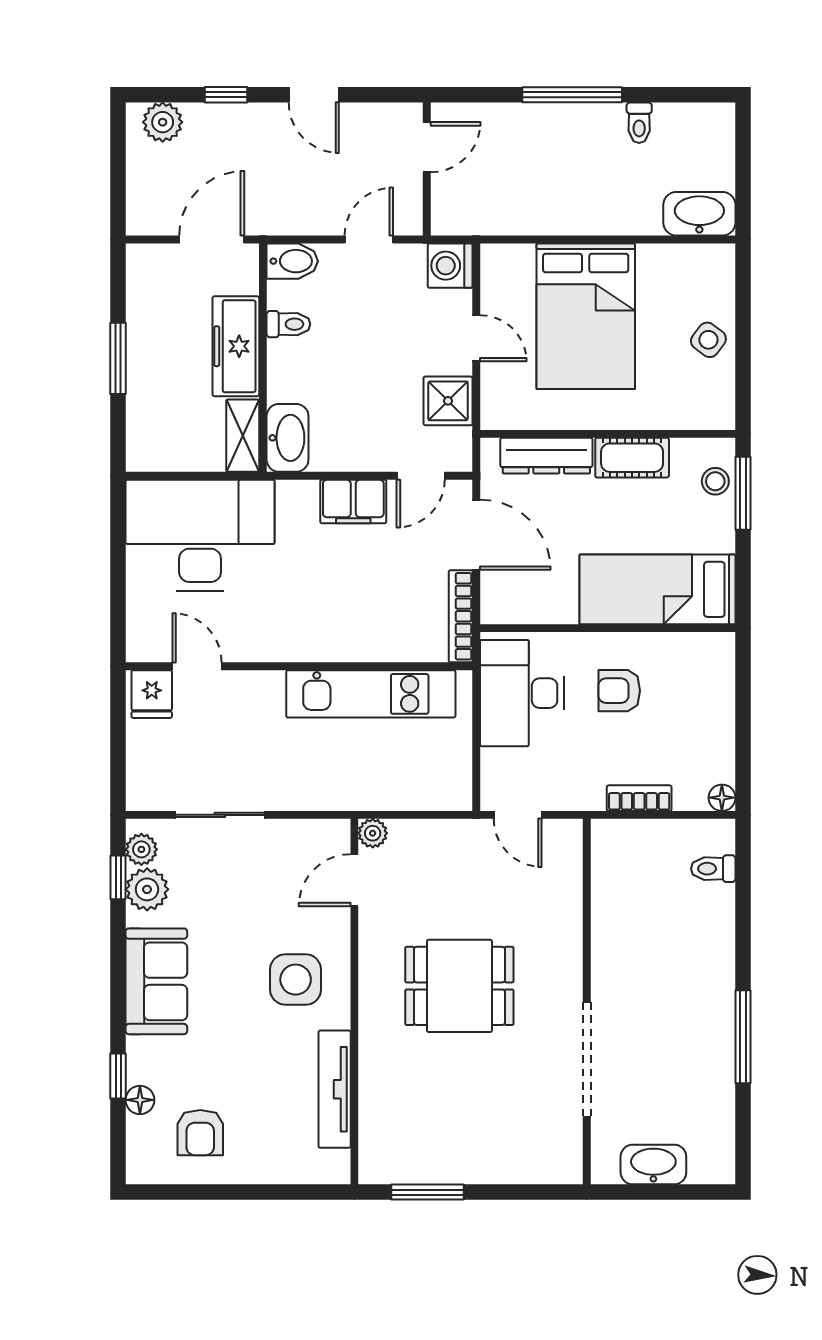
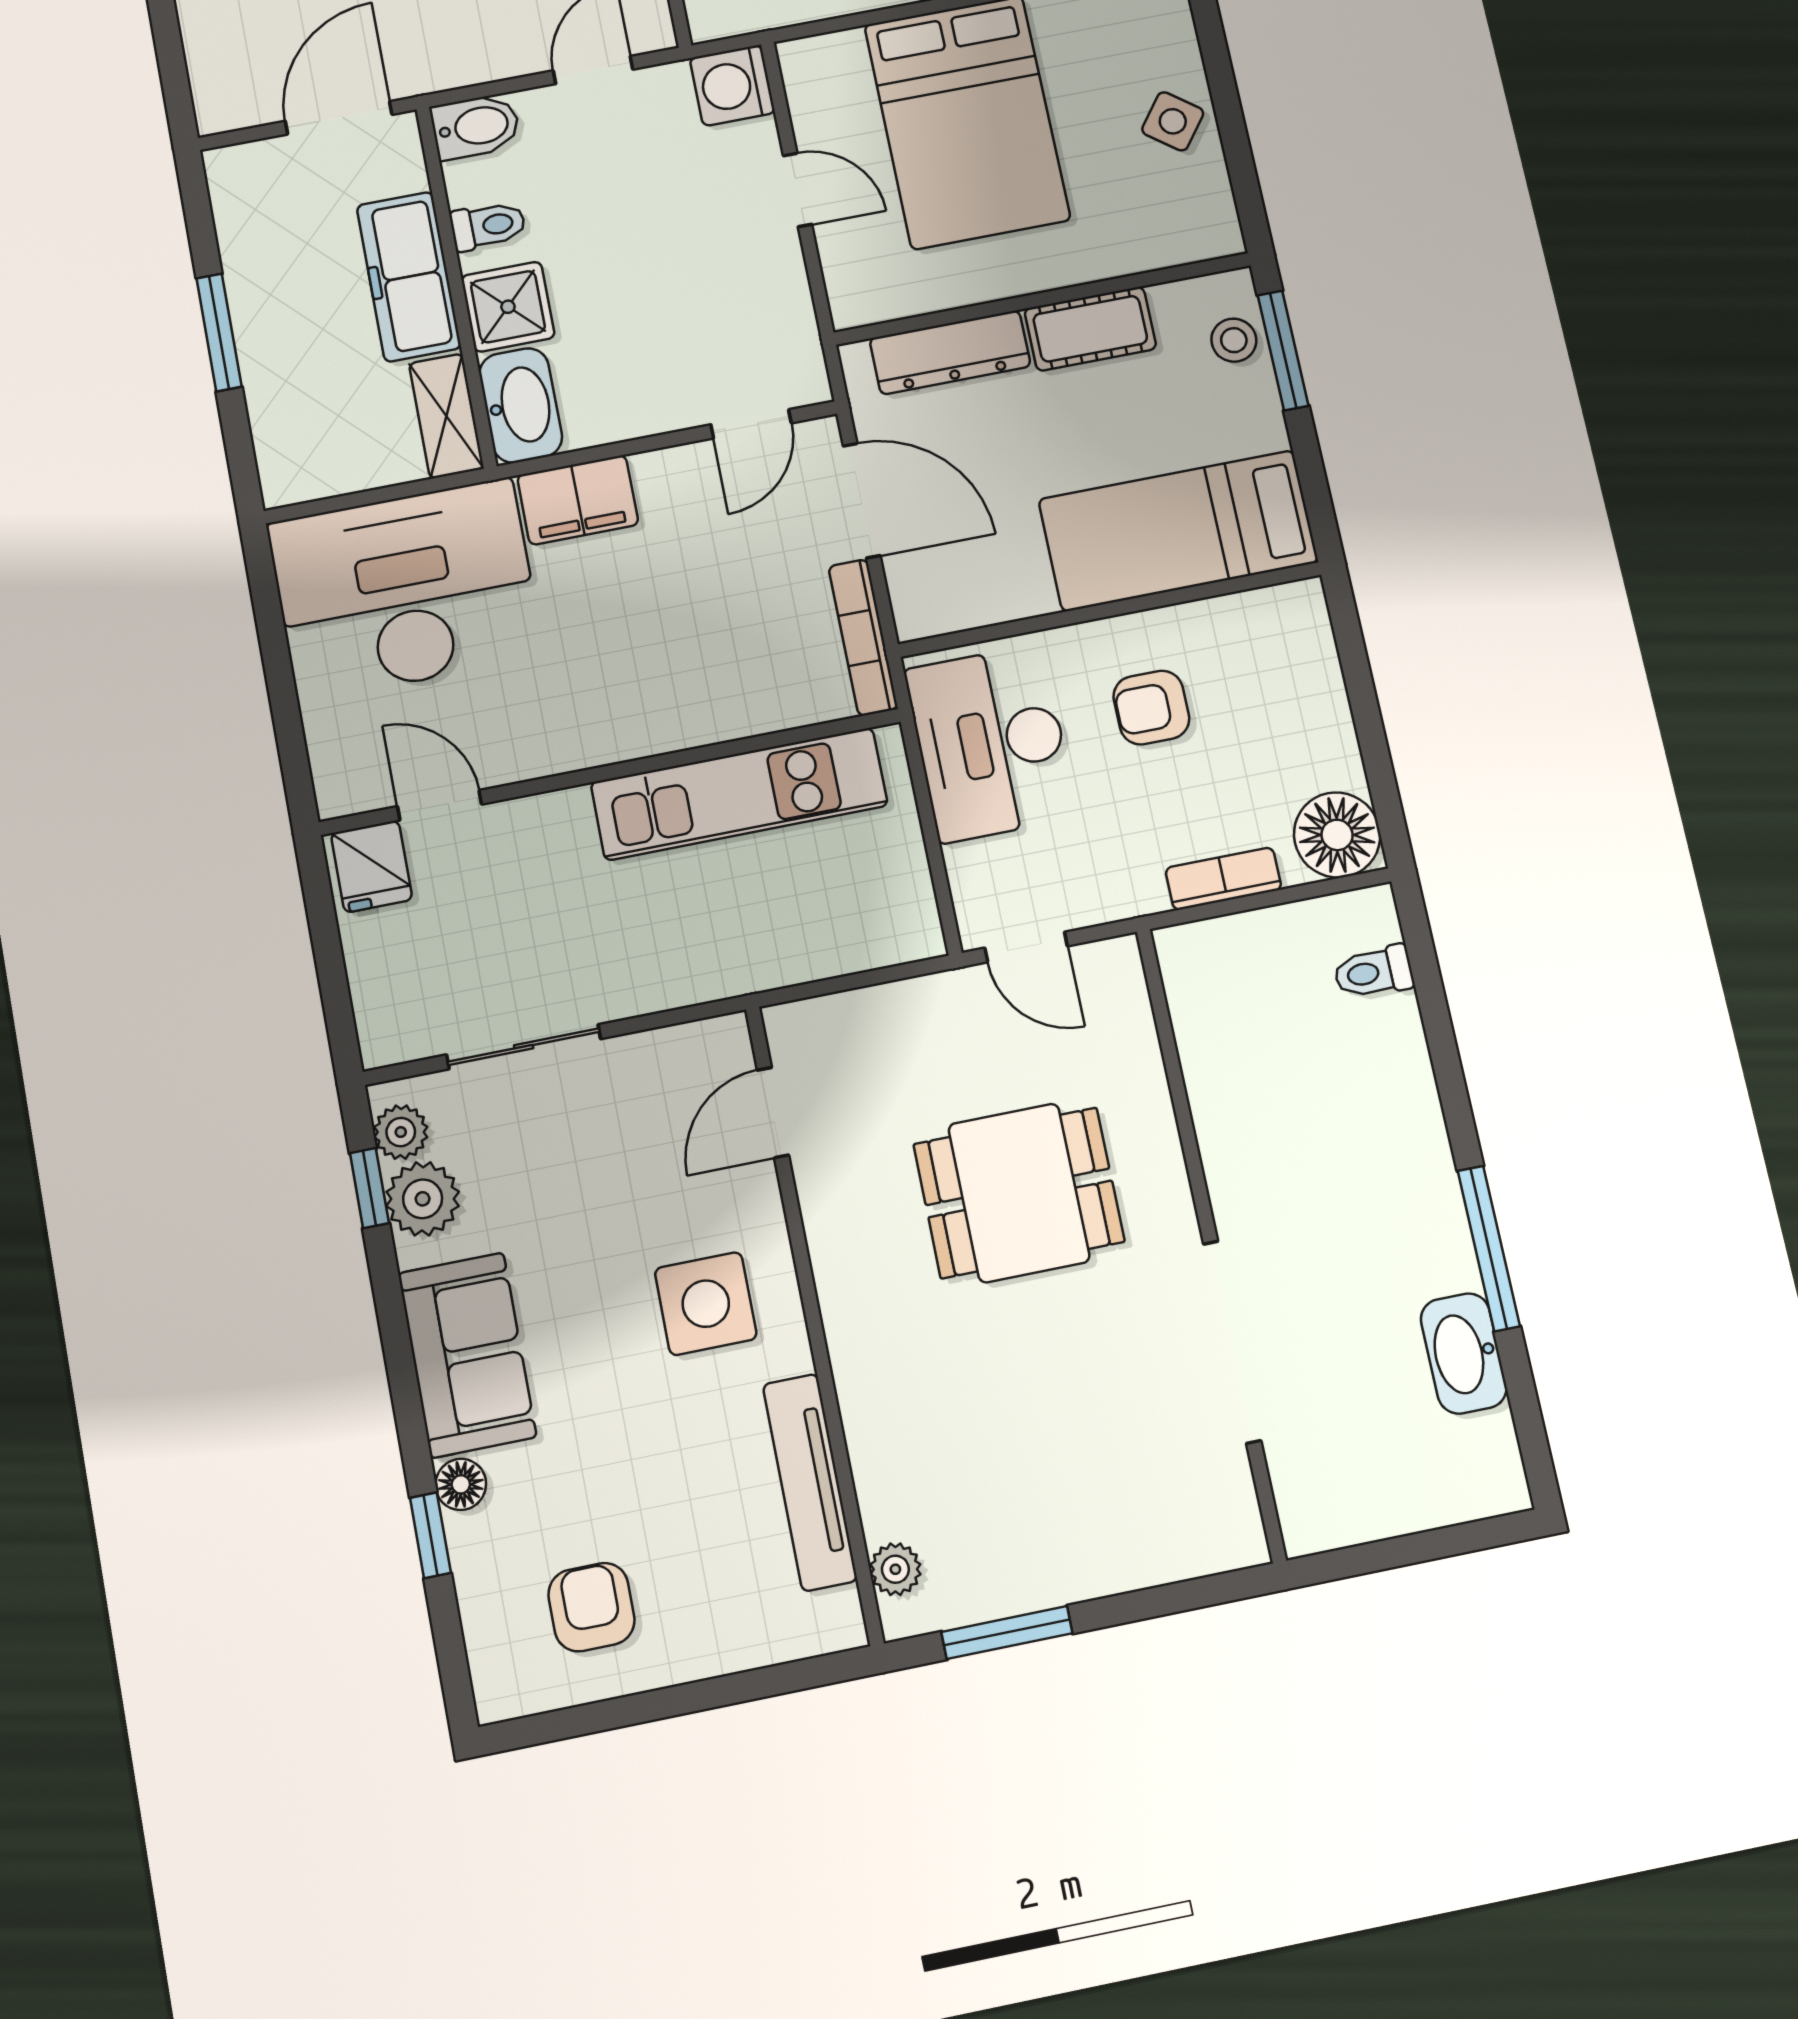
shower: (448, 401) -> (508, 307), moved
filing cabinet: (353, 502) -> (578, 500), moved
floor lamp: (722, 798) -> (1337, 835), width x1.89, depth x1.89
plant: (373, 833) -> (895, 1569), moved
dining table: (459, 986) -> (1019, 1193), moved
floor lamp: (140, 1100) -> (461, 1484), moved
armchair: (200, 1133) -> (591, 1607), turned 180
washbasin: (653, 1165) -> (1464, 1353), moved, turned -90

